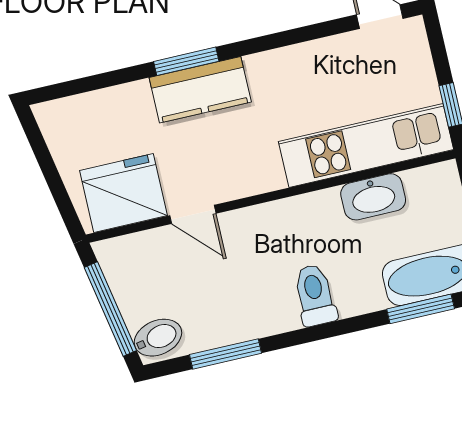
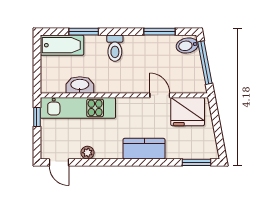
plant: (322, 52) -> (87, 153), added
window: (186, 61) -> (196, 162), moved
window: (421, 309) -> (84, 32), moved

